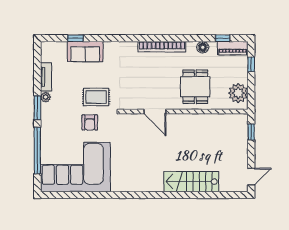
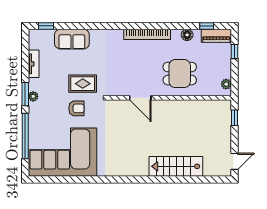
window: (75, 38) -> (46, 26), moved
dining table: (195, 87) -> (180, 74), turned 90
plant: (238, 93) -> (226, 84), width x0.53, depth x0.53
plant: (46, 97) -> (33, 96), moved
armchair: (90, 122) -> (76, 108), turned -90

